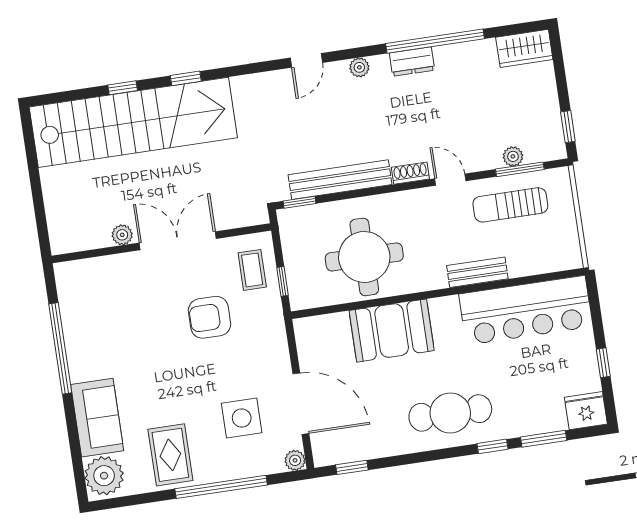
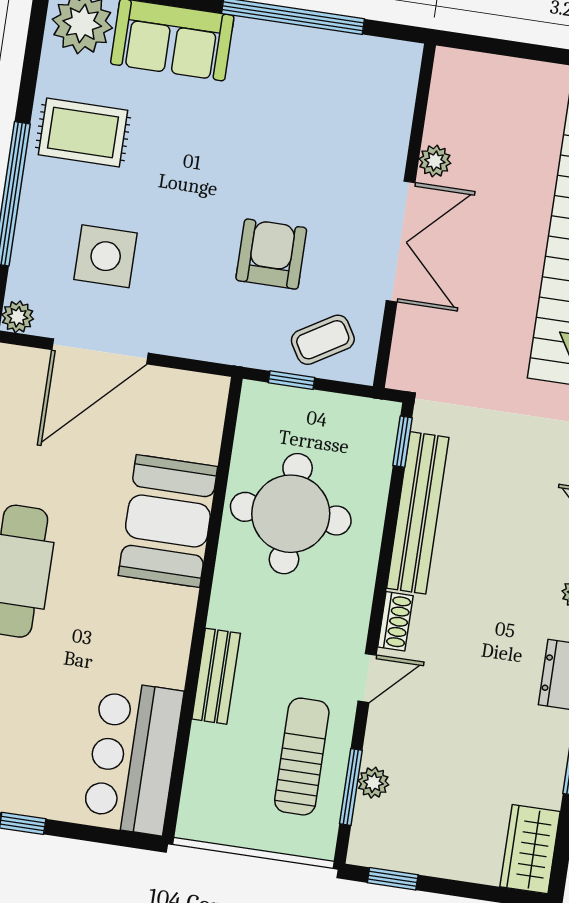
coffee table: (252, 270) -> (323, 340), turned -31
bar counter: (526, 310) -> (133, 758), width x0.73

